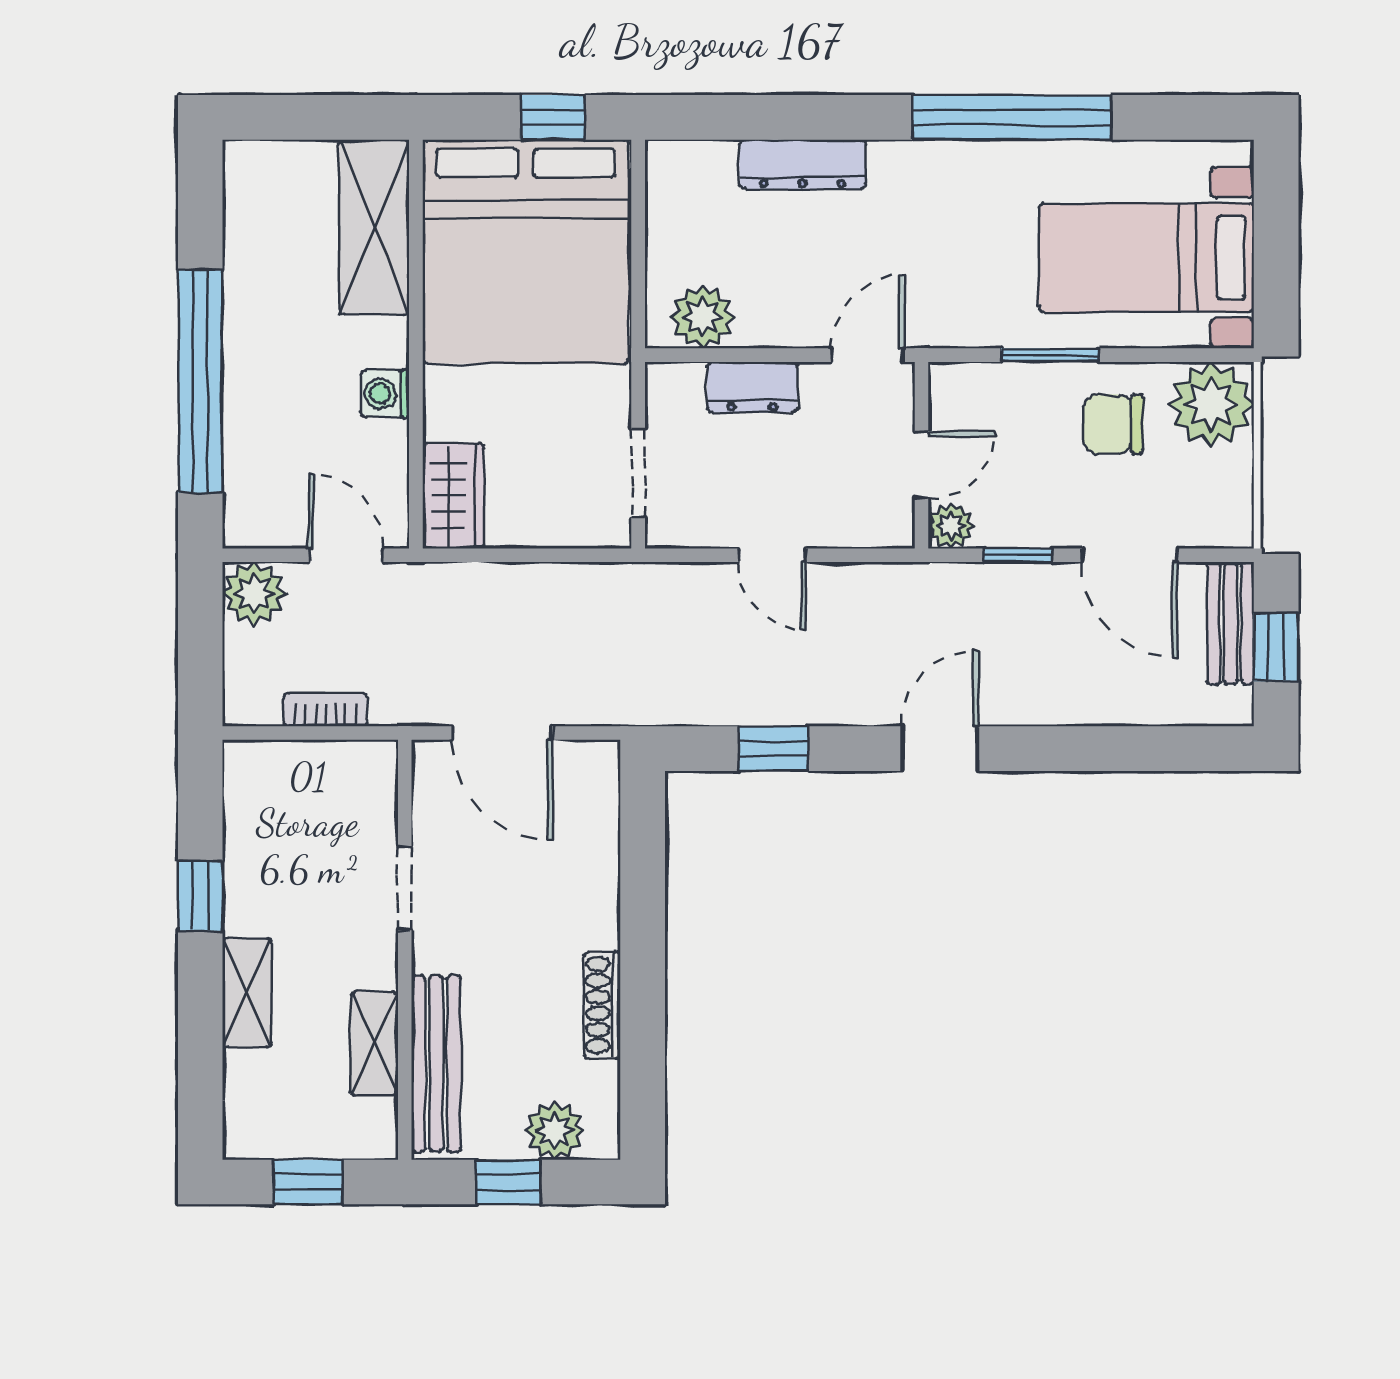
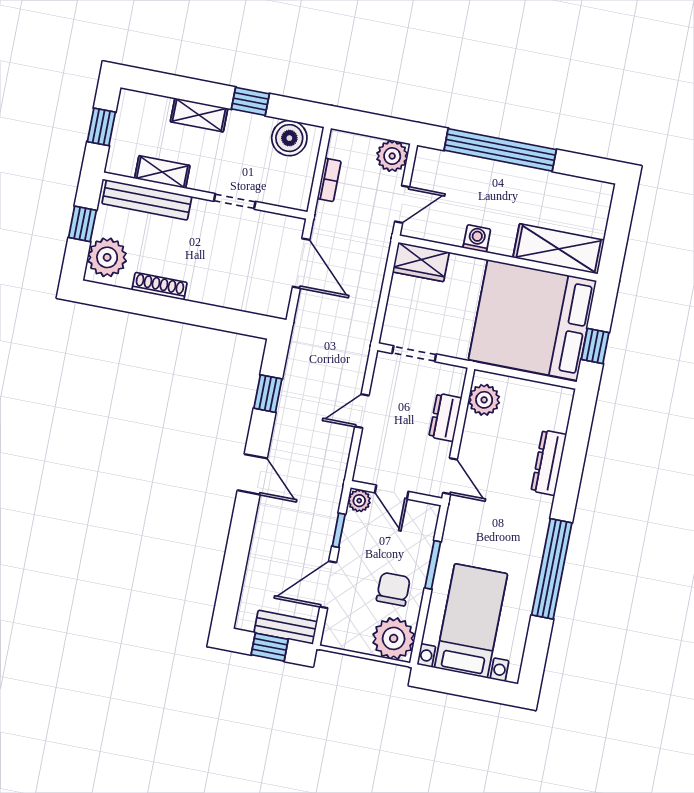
door: (502, 733) -> (301, 263), swing flipped
boiler: (258, 805) -> (289, 138), added
plant: (555, 1131) -> (107, 257), width x1.36, depth x1.36

